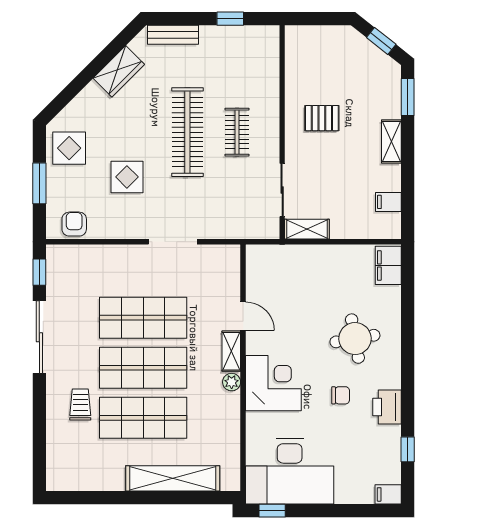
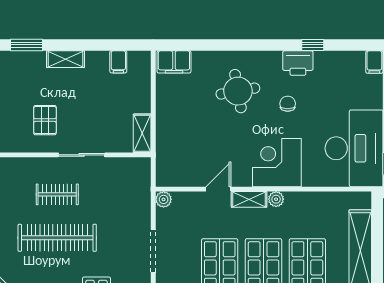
sliding door: (282, 190) -> (82, 155), moved
plant: (231, 254) -> (164, 199), added
window: (408, 449) -> (313, 45), moved

